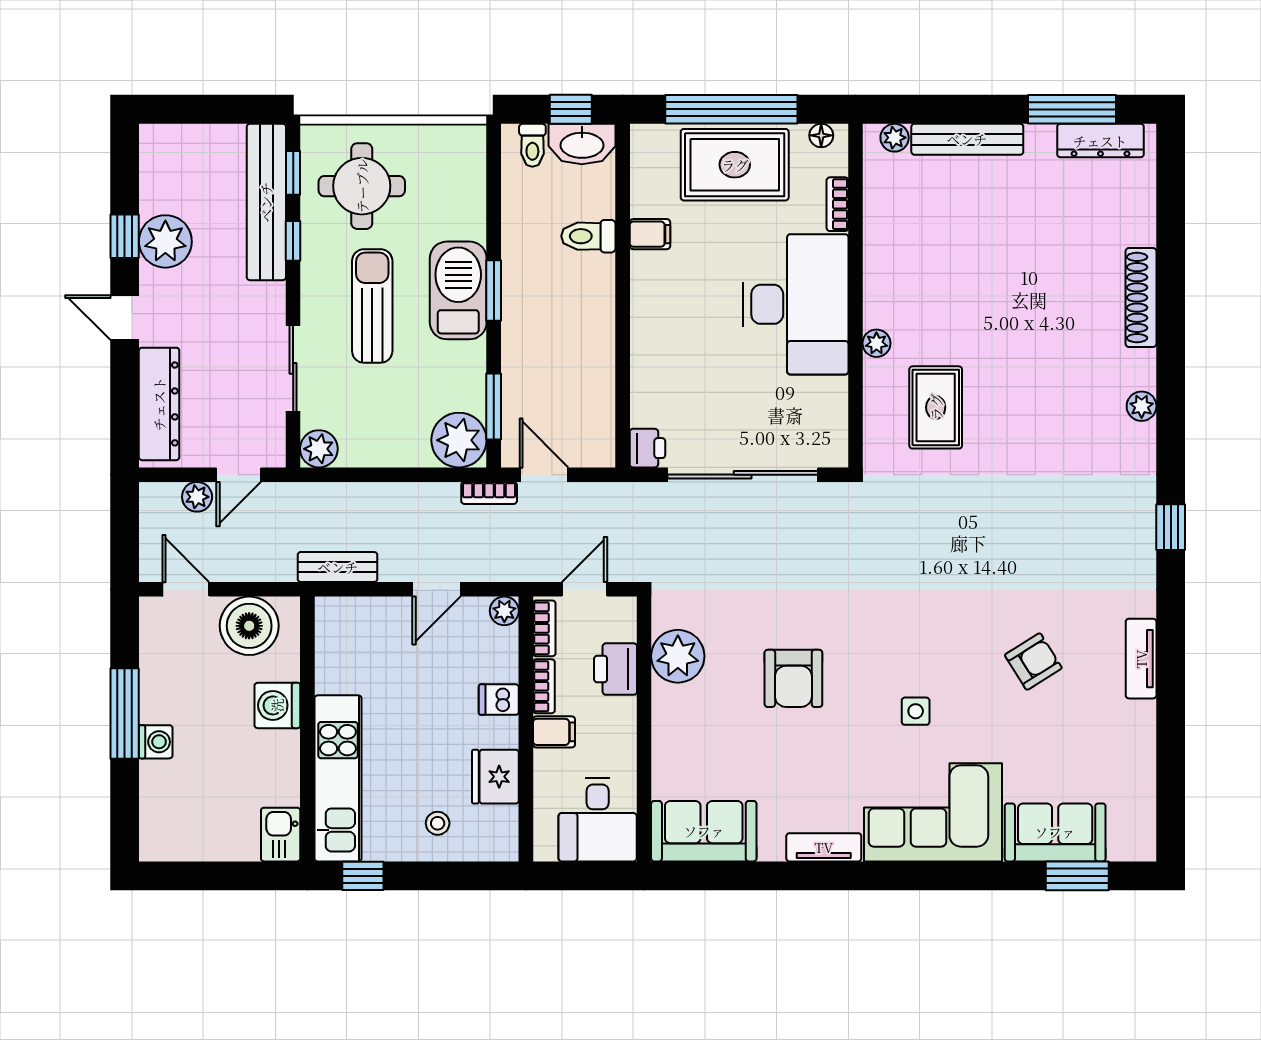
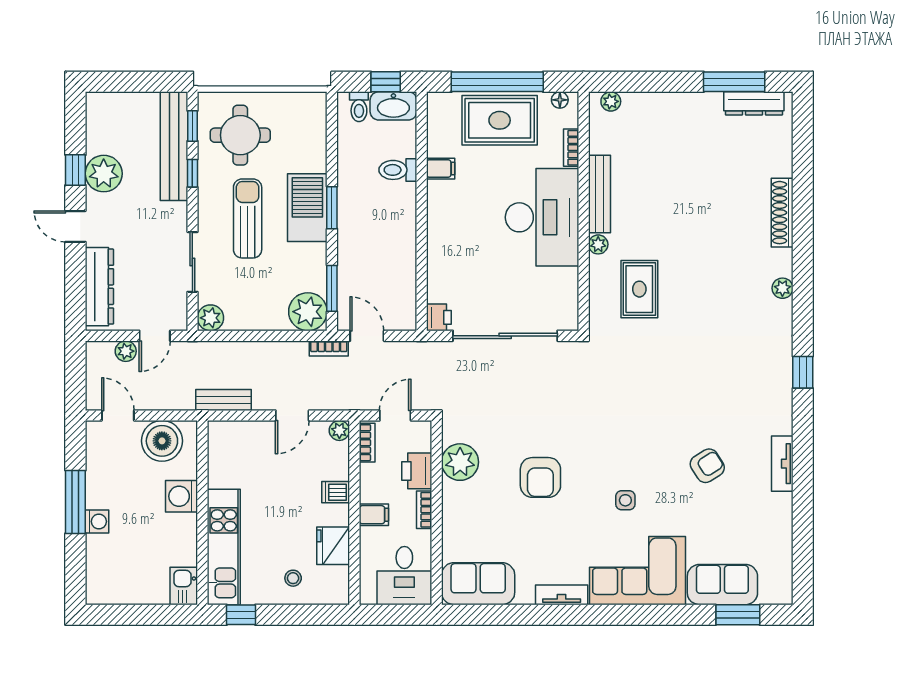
bench: (967, 139) -> (599, 194), moved, turned 90
bookcase: (544, 686) -> (424, 510), moved, turned 180

